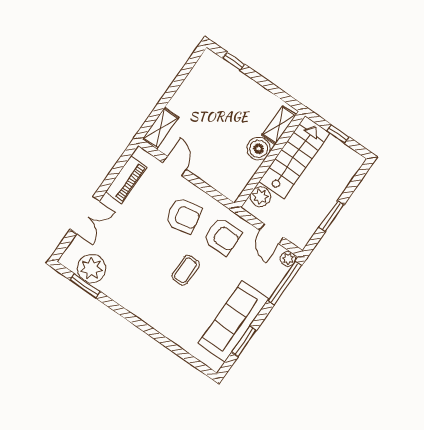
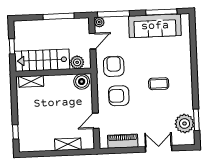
shelving: (161, 128) -> (68, 144), moved
boiler: (259, 149) -> (82, 82), moved
armchair: (183, 216) -> (119, 96), turned -78
window: (331, 216) -> (59, 16), width x1.44
coffee table: (186, 270) -> (159, 84), moved
window: (244, 341) -> (161, 12), width x1.44

